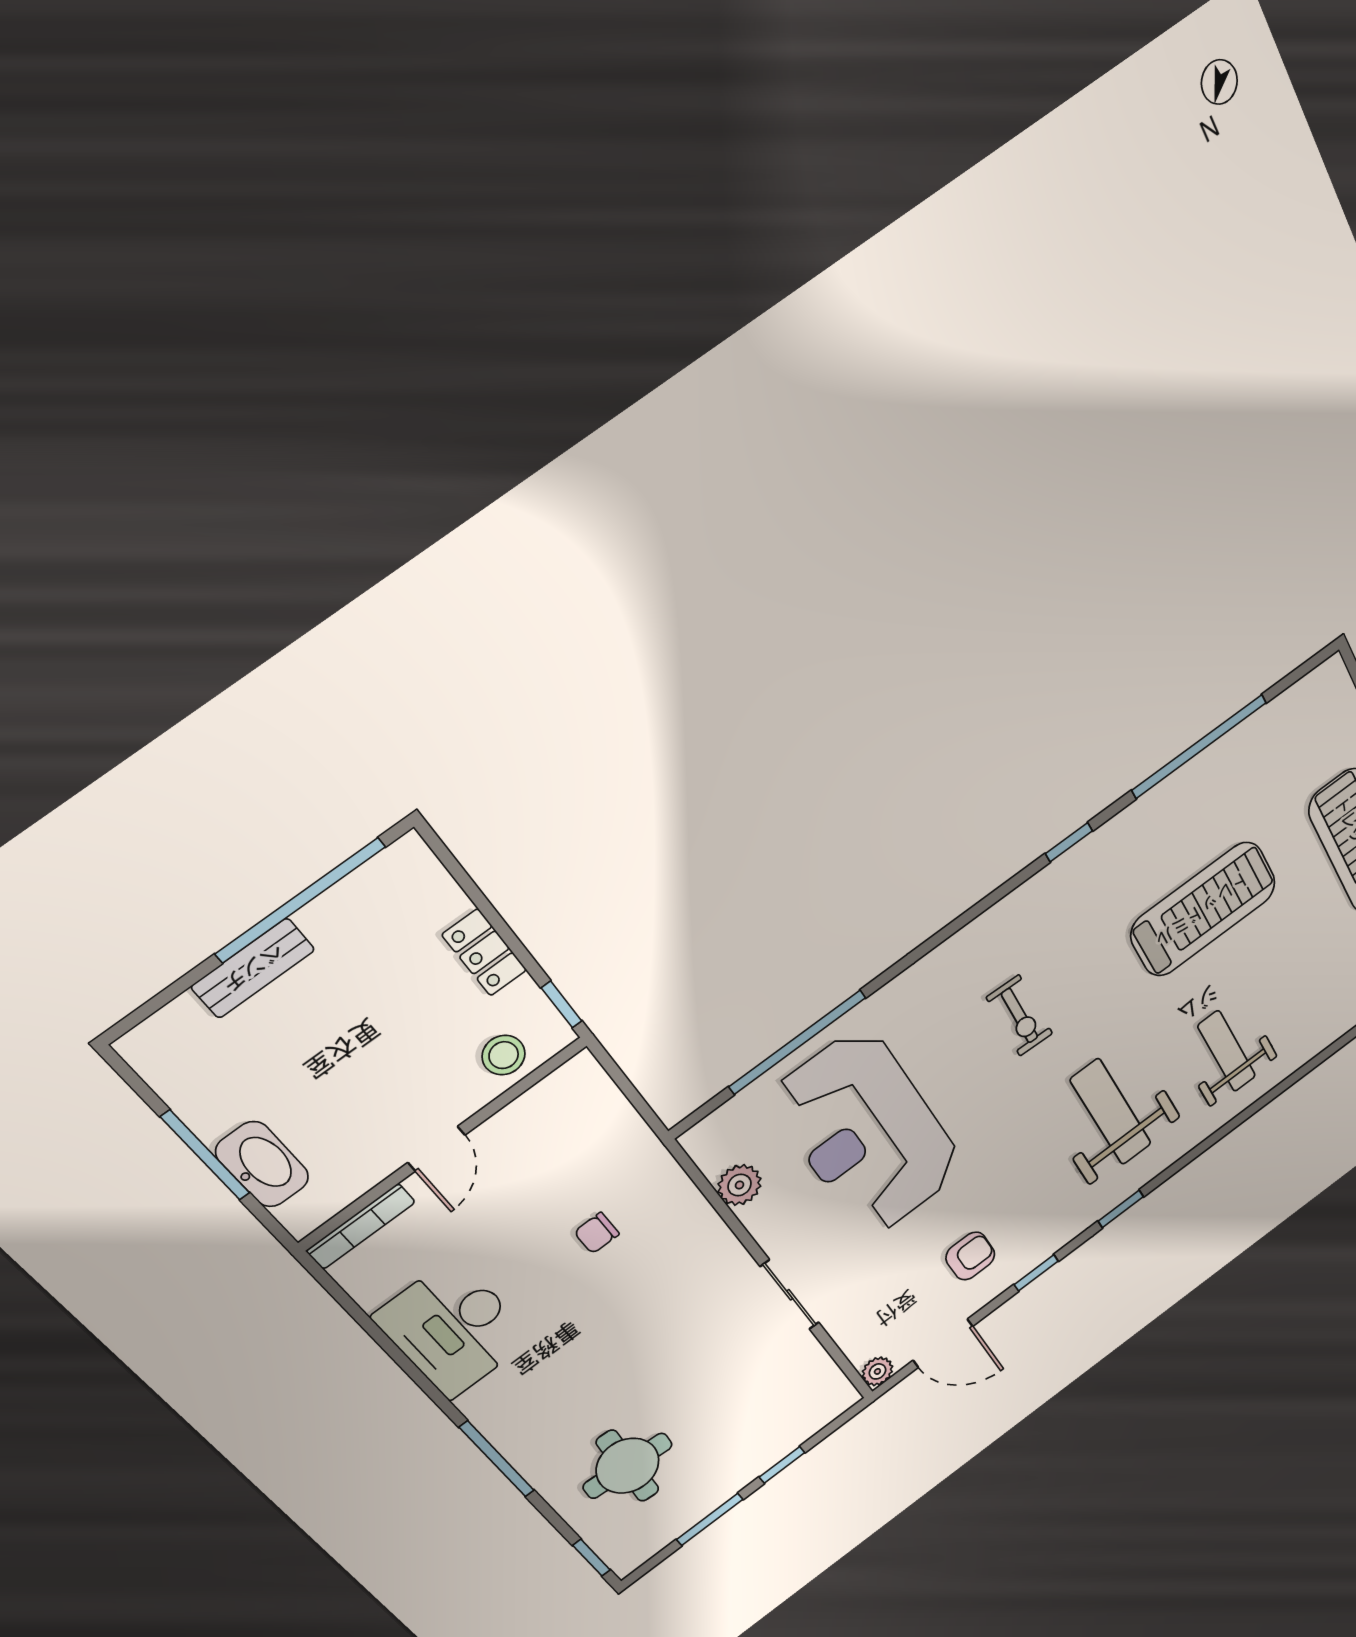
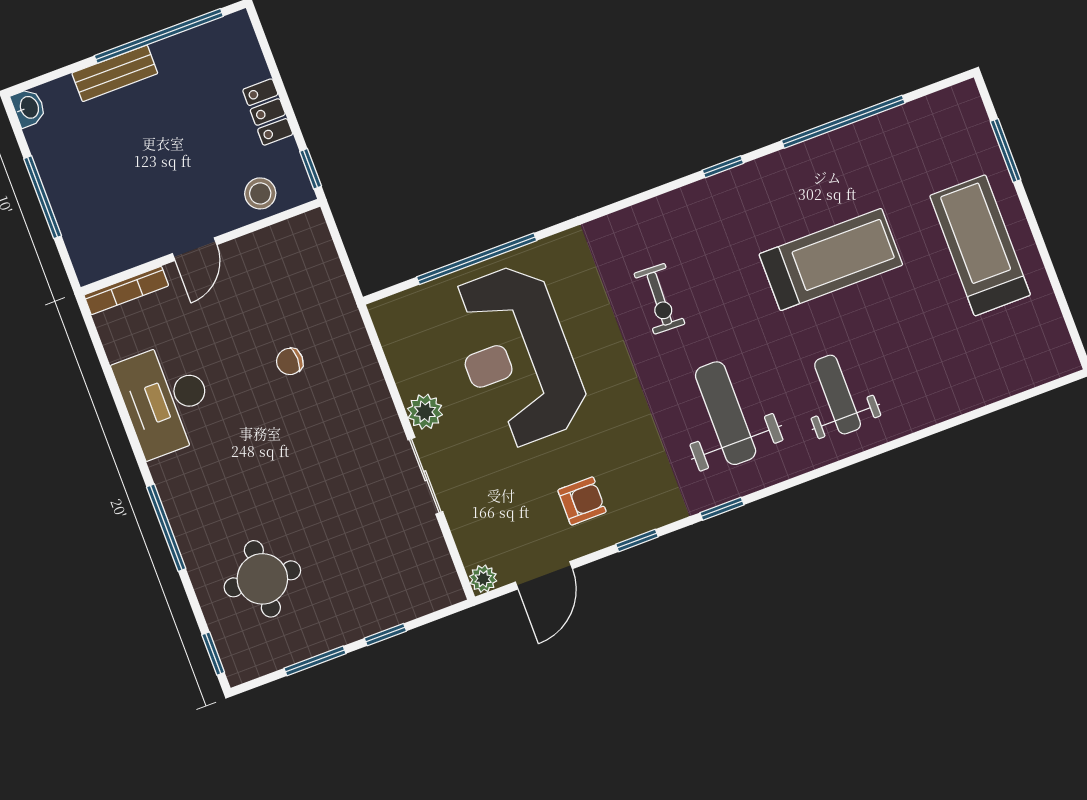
washbasin: (262, 1164) -> (29, 108), moved, width x0.52, depth x0.69
plant: (739, 1185) -> (425, 412), moved
door: (943, 1343) -> (544, 575), hinge flipped

